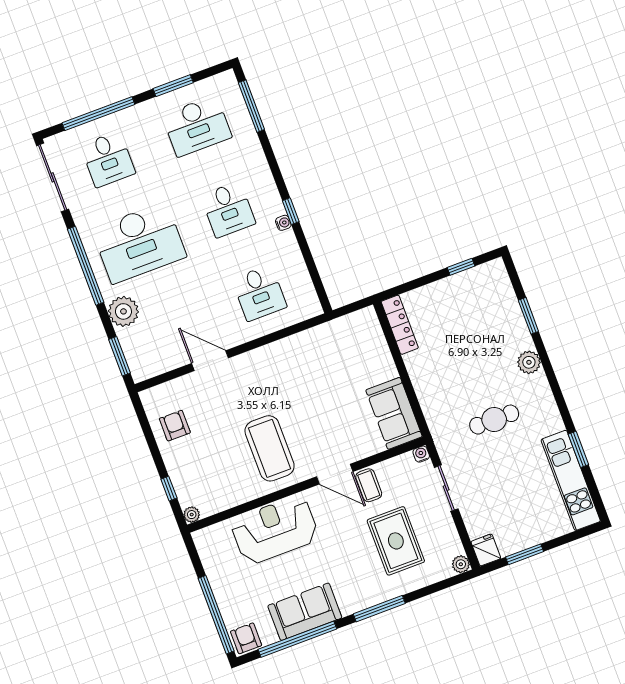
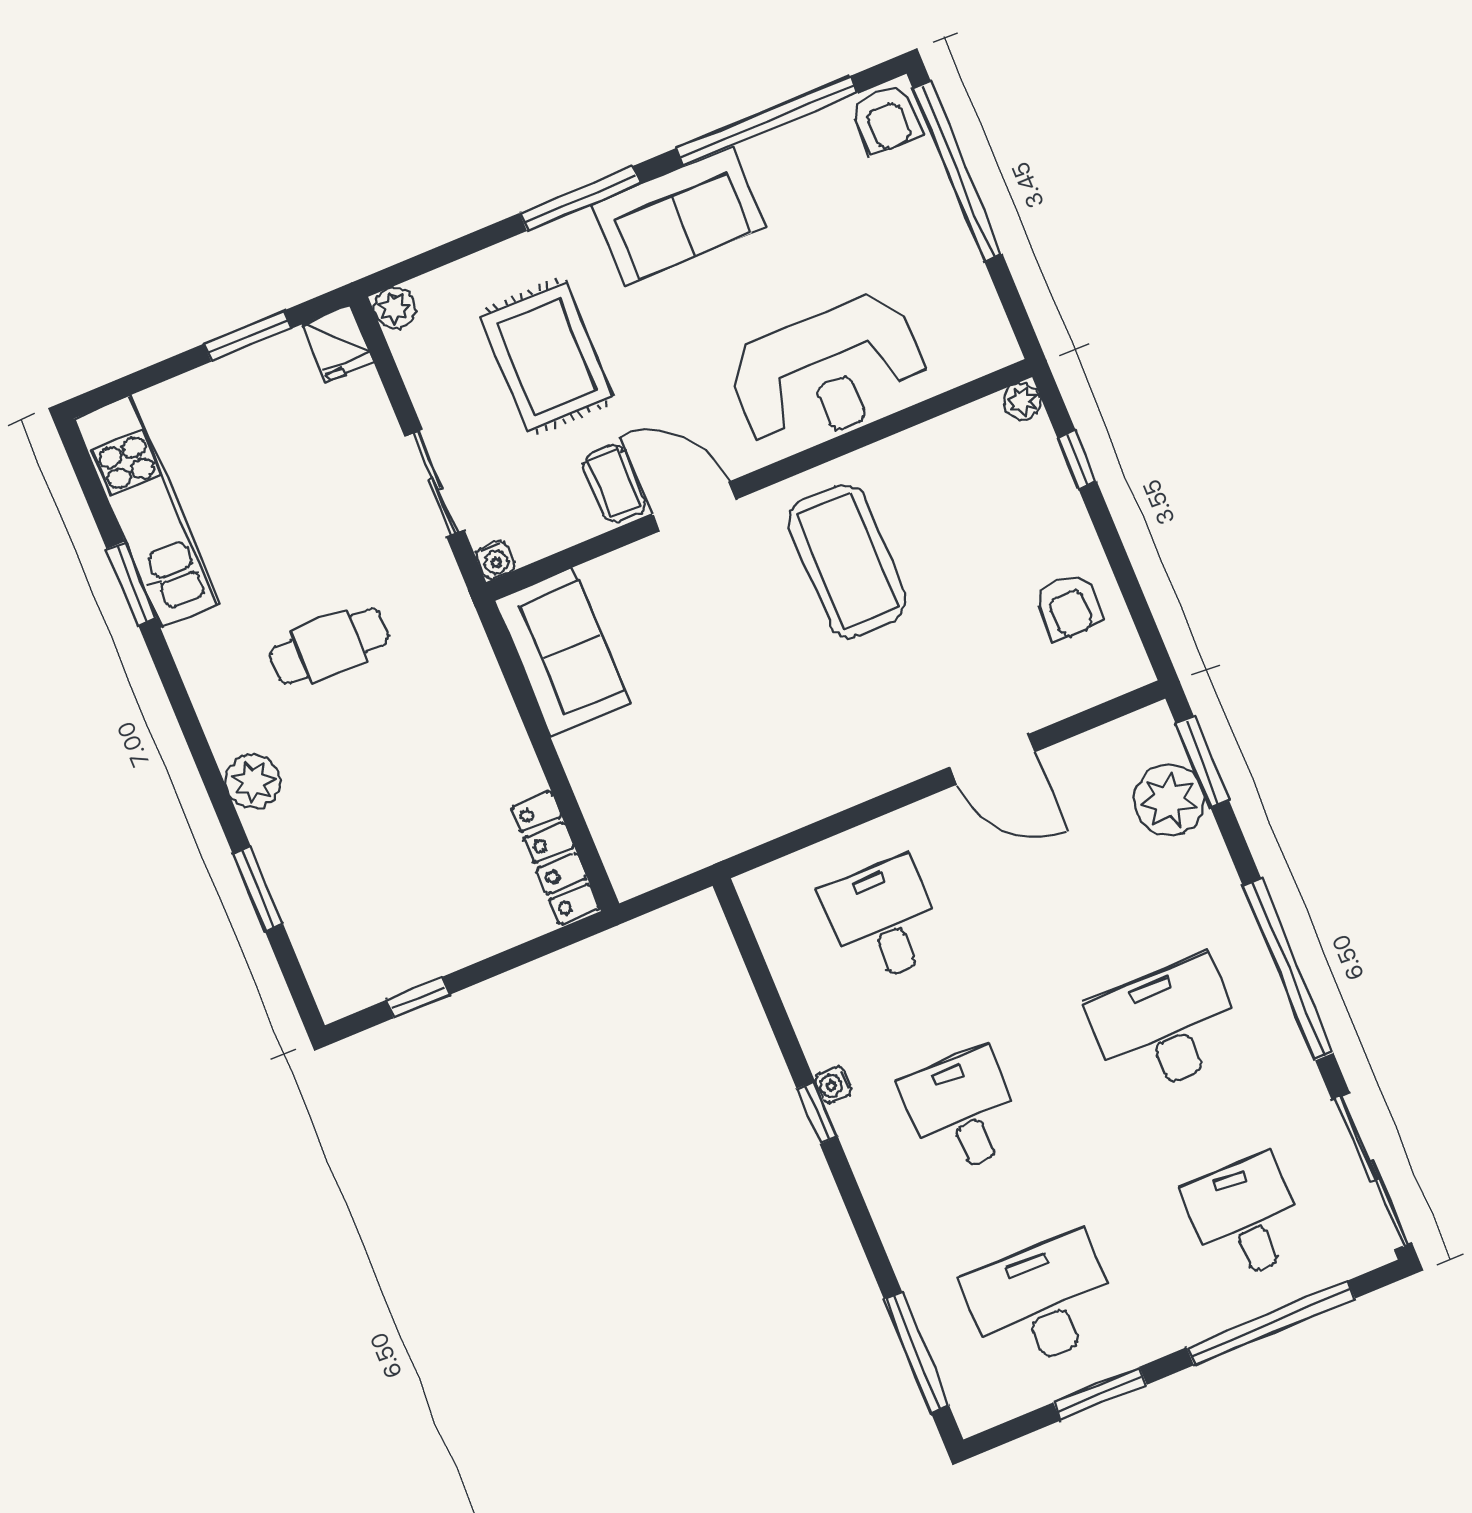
desk: (139, 243) -> (1166, 1027), width x0.73, depth x0.77
plant: (123, 311) -> (1169, 800), moved
sofa: (305, 612) -> (679, 216), moved

